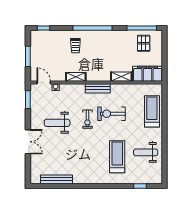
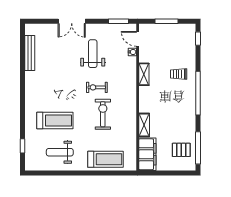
door: (44, 82) -> (138, 39), swing flipped
bench: (98, 88) -> (131, 99), removed
weight bench: (146, 152) -> (60, 152), turned -90

